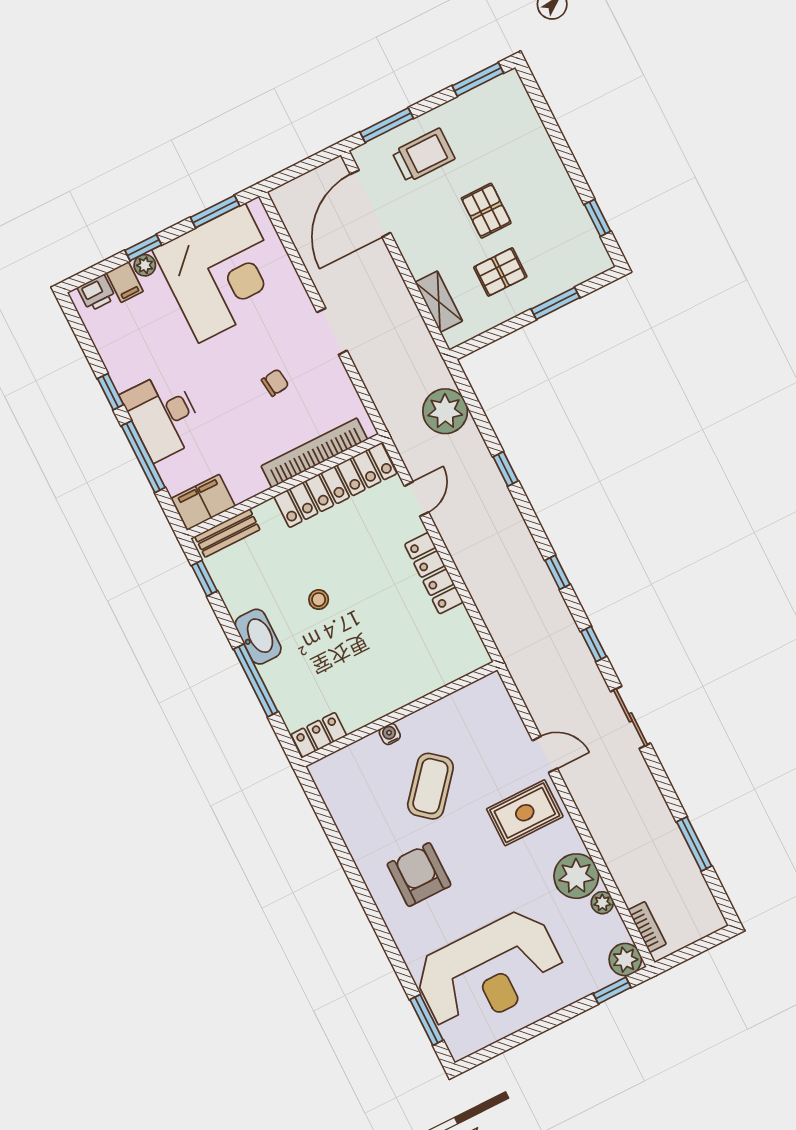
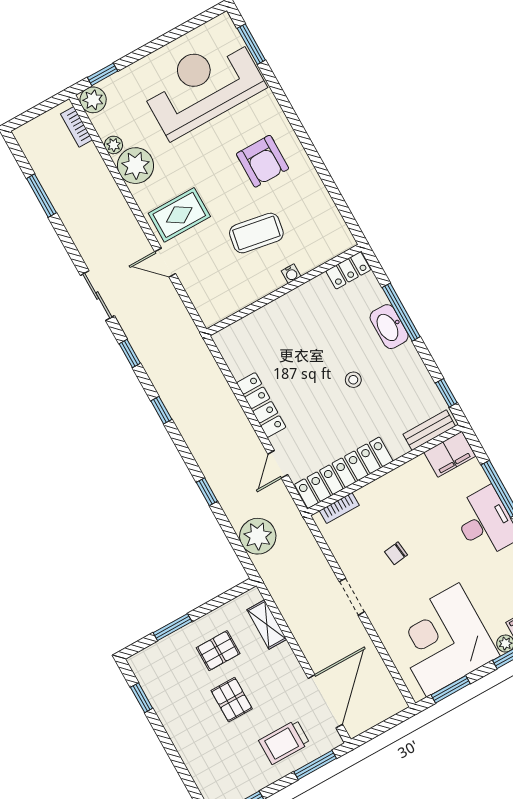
bookcase: (314, 453) -> (339, 508), width x0.43, depth x0.76
washbasin: (258, 637) -> (389, 327), moved
coffee table: (430, 786) -> (256, 233), turned 60

